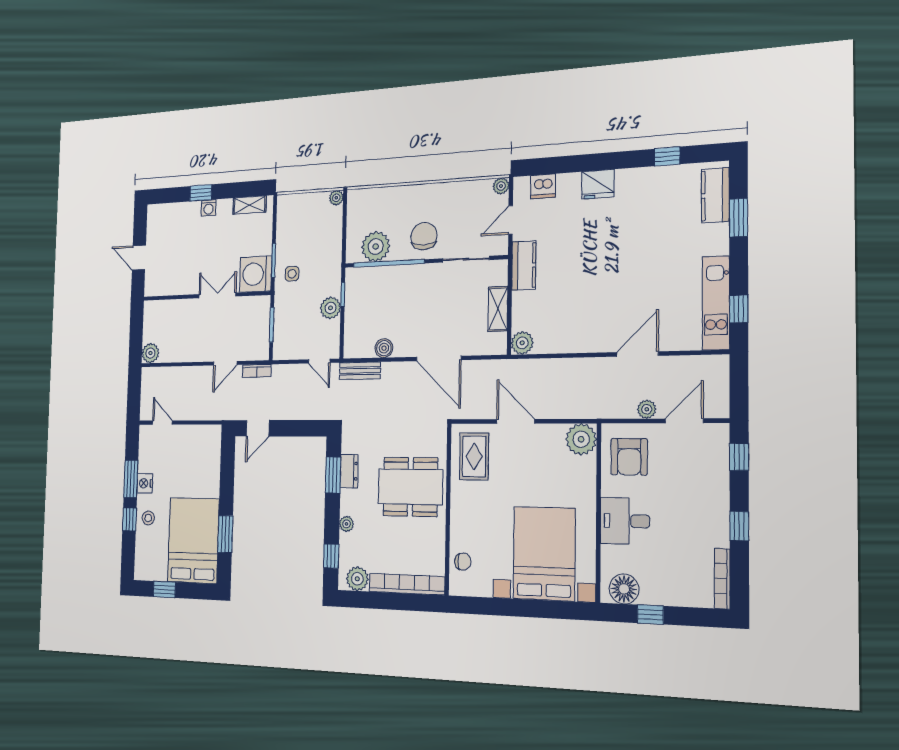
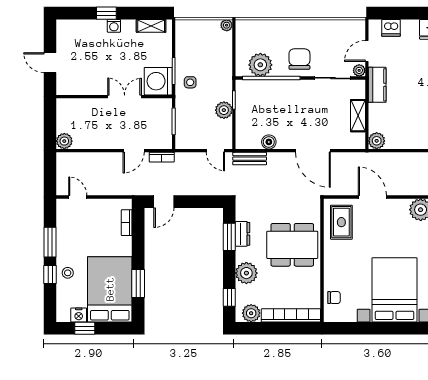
plant: (501, 186) -> (359, 70), moved
bookcase: (215, 455) -> (127, 223), added
nightstand: (145, 483) -> (79, 315), moved, turned -90
plant: (346, 524) -> (246, 273), width x1.87, depth x1.87

